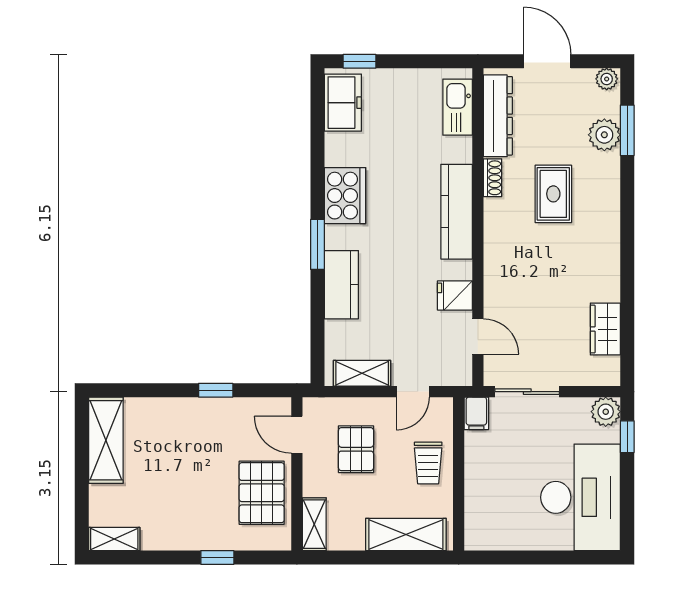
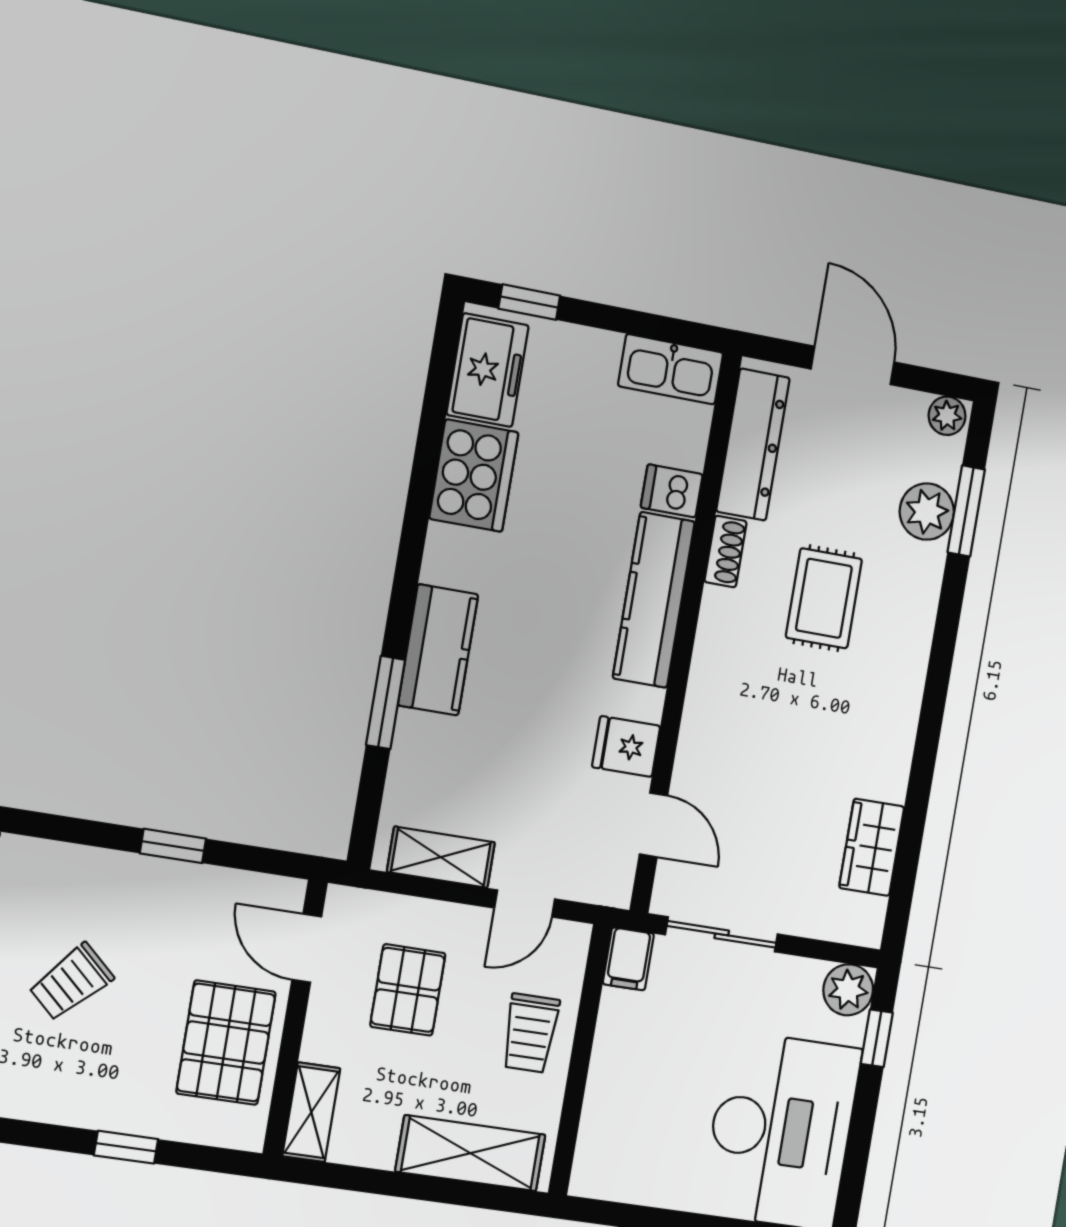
kitchen sink: (458, 107) -> (671, 369), moved, turned -90
dishwasher: (456, 150) -> (672, 491), added
cooker: (345, 196) -> (474, 476), moved
window: (317, 244) -> (386, 702), moved
kitchen counter: (341, 285) -> (438, 650), moved
trolley: (174, 472) -> (71, 982), added

